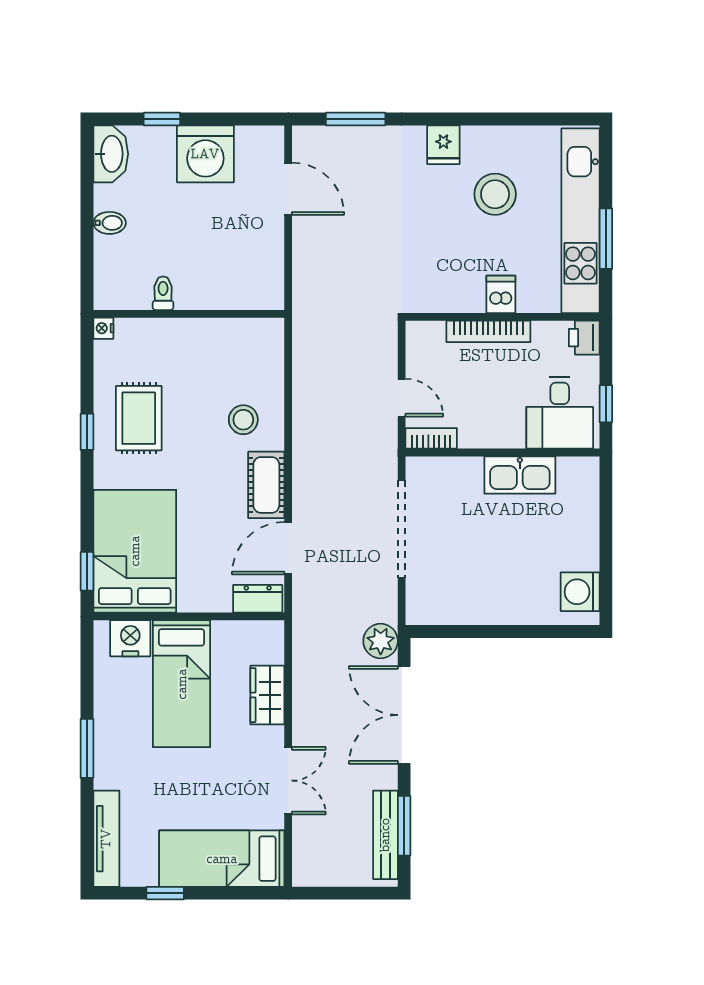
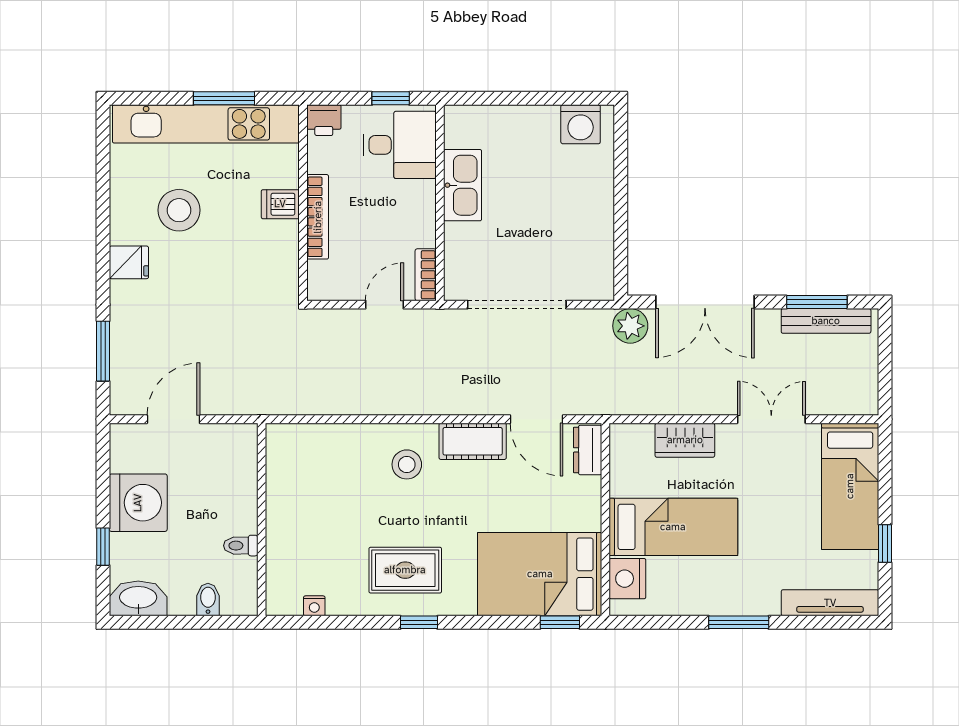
toilet: (163, 293) -> (241, 546), moved
wall: (189, 314) -> (262, 519), moved

